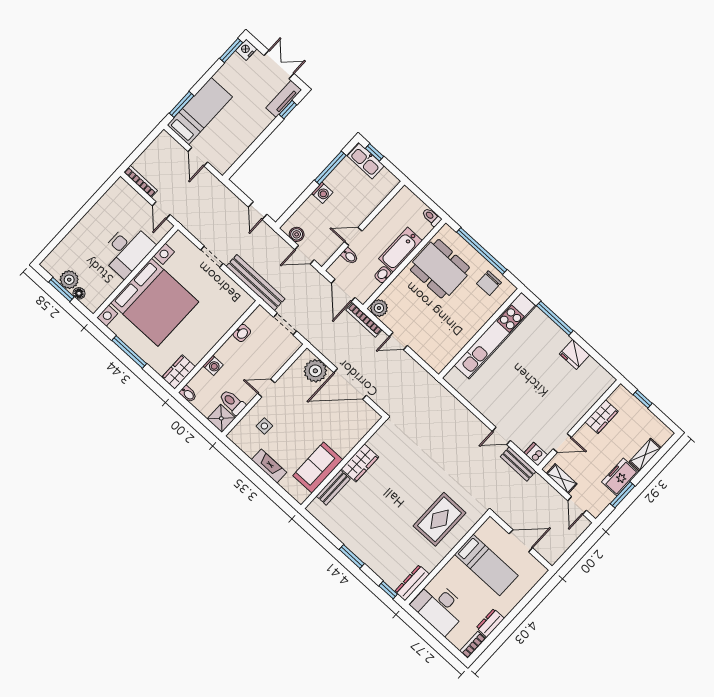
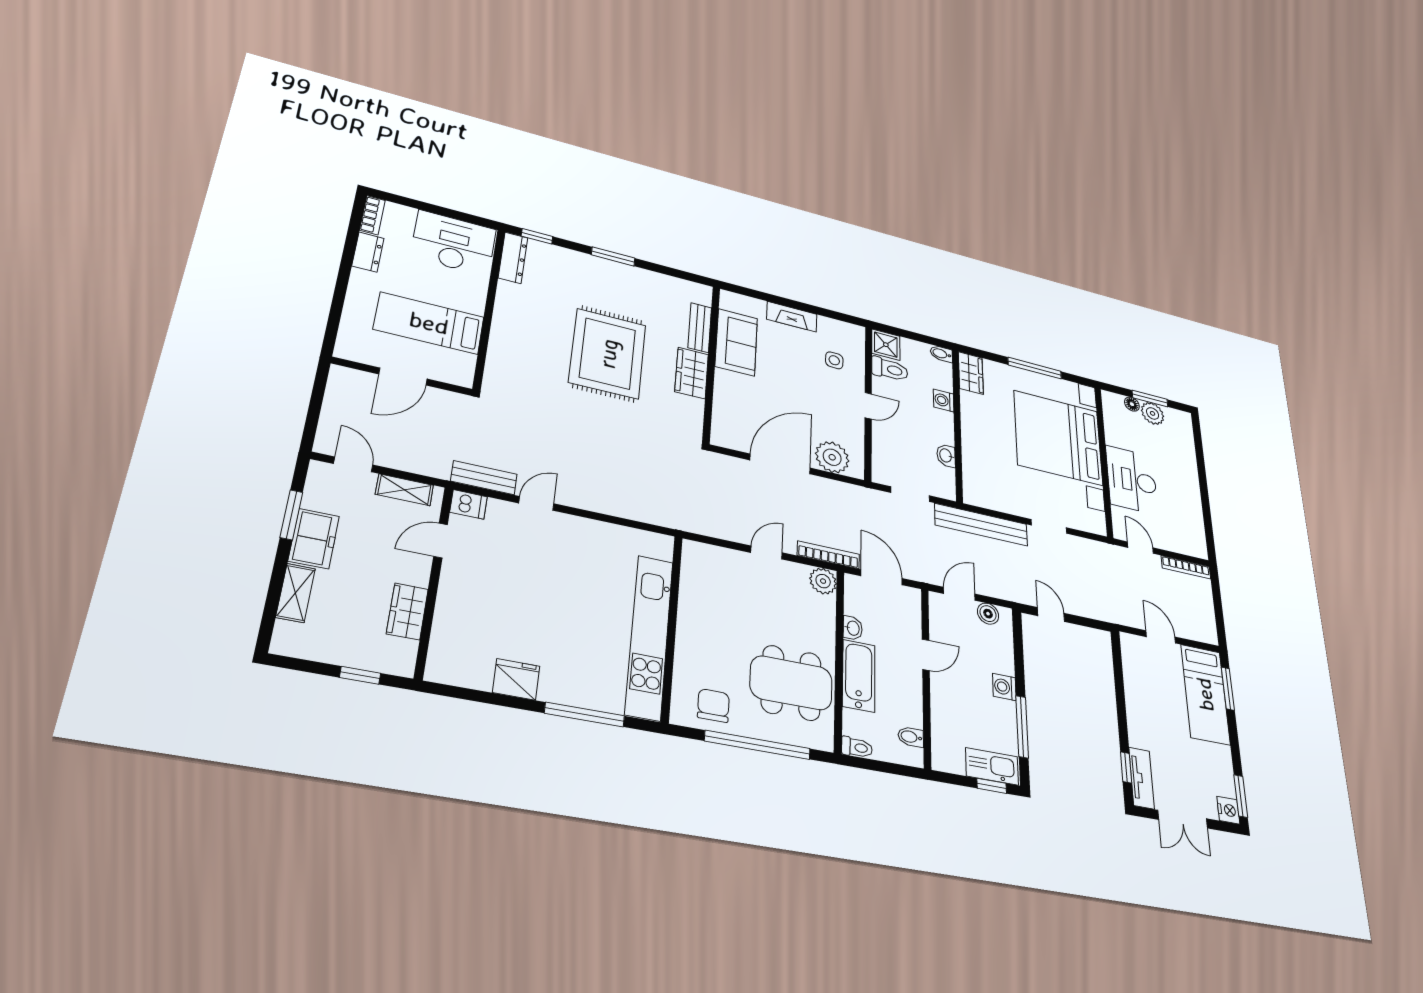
bidet: (349, 256) -> (911, 737), moved
rug: (440, 519) -> (608, 353), moved, width x1.37, depth x1.44

